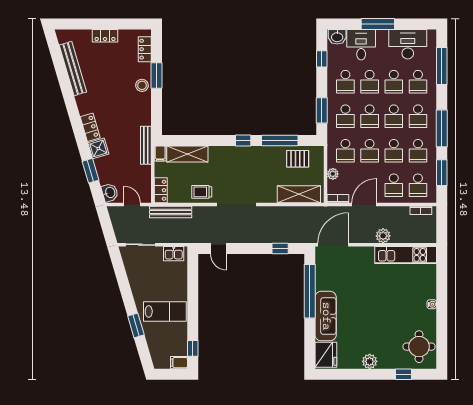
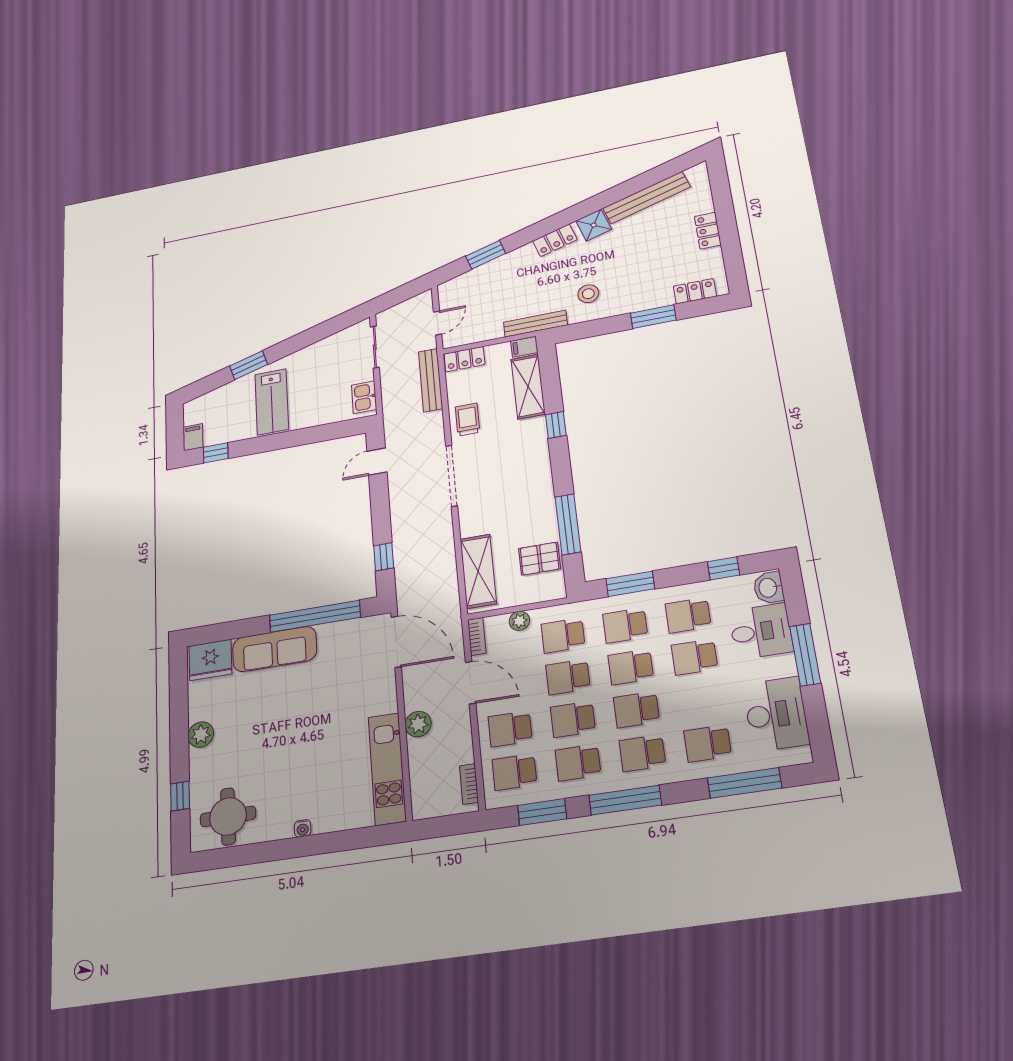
school desk: (394, 82) -> (701, 700), removed
stool: (142, 85) -> (588, 294), moved
window: (243, 141) -> (556, 425), moved
shower: (98, 148) -> (594, 225), moved
pallet: (298, 159) -> (540, 559), turned 90
washbasin: (110, 193) -> (454, 288), removed

